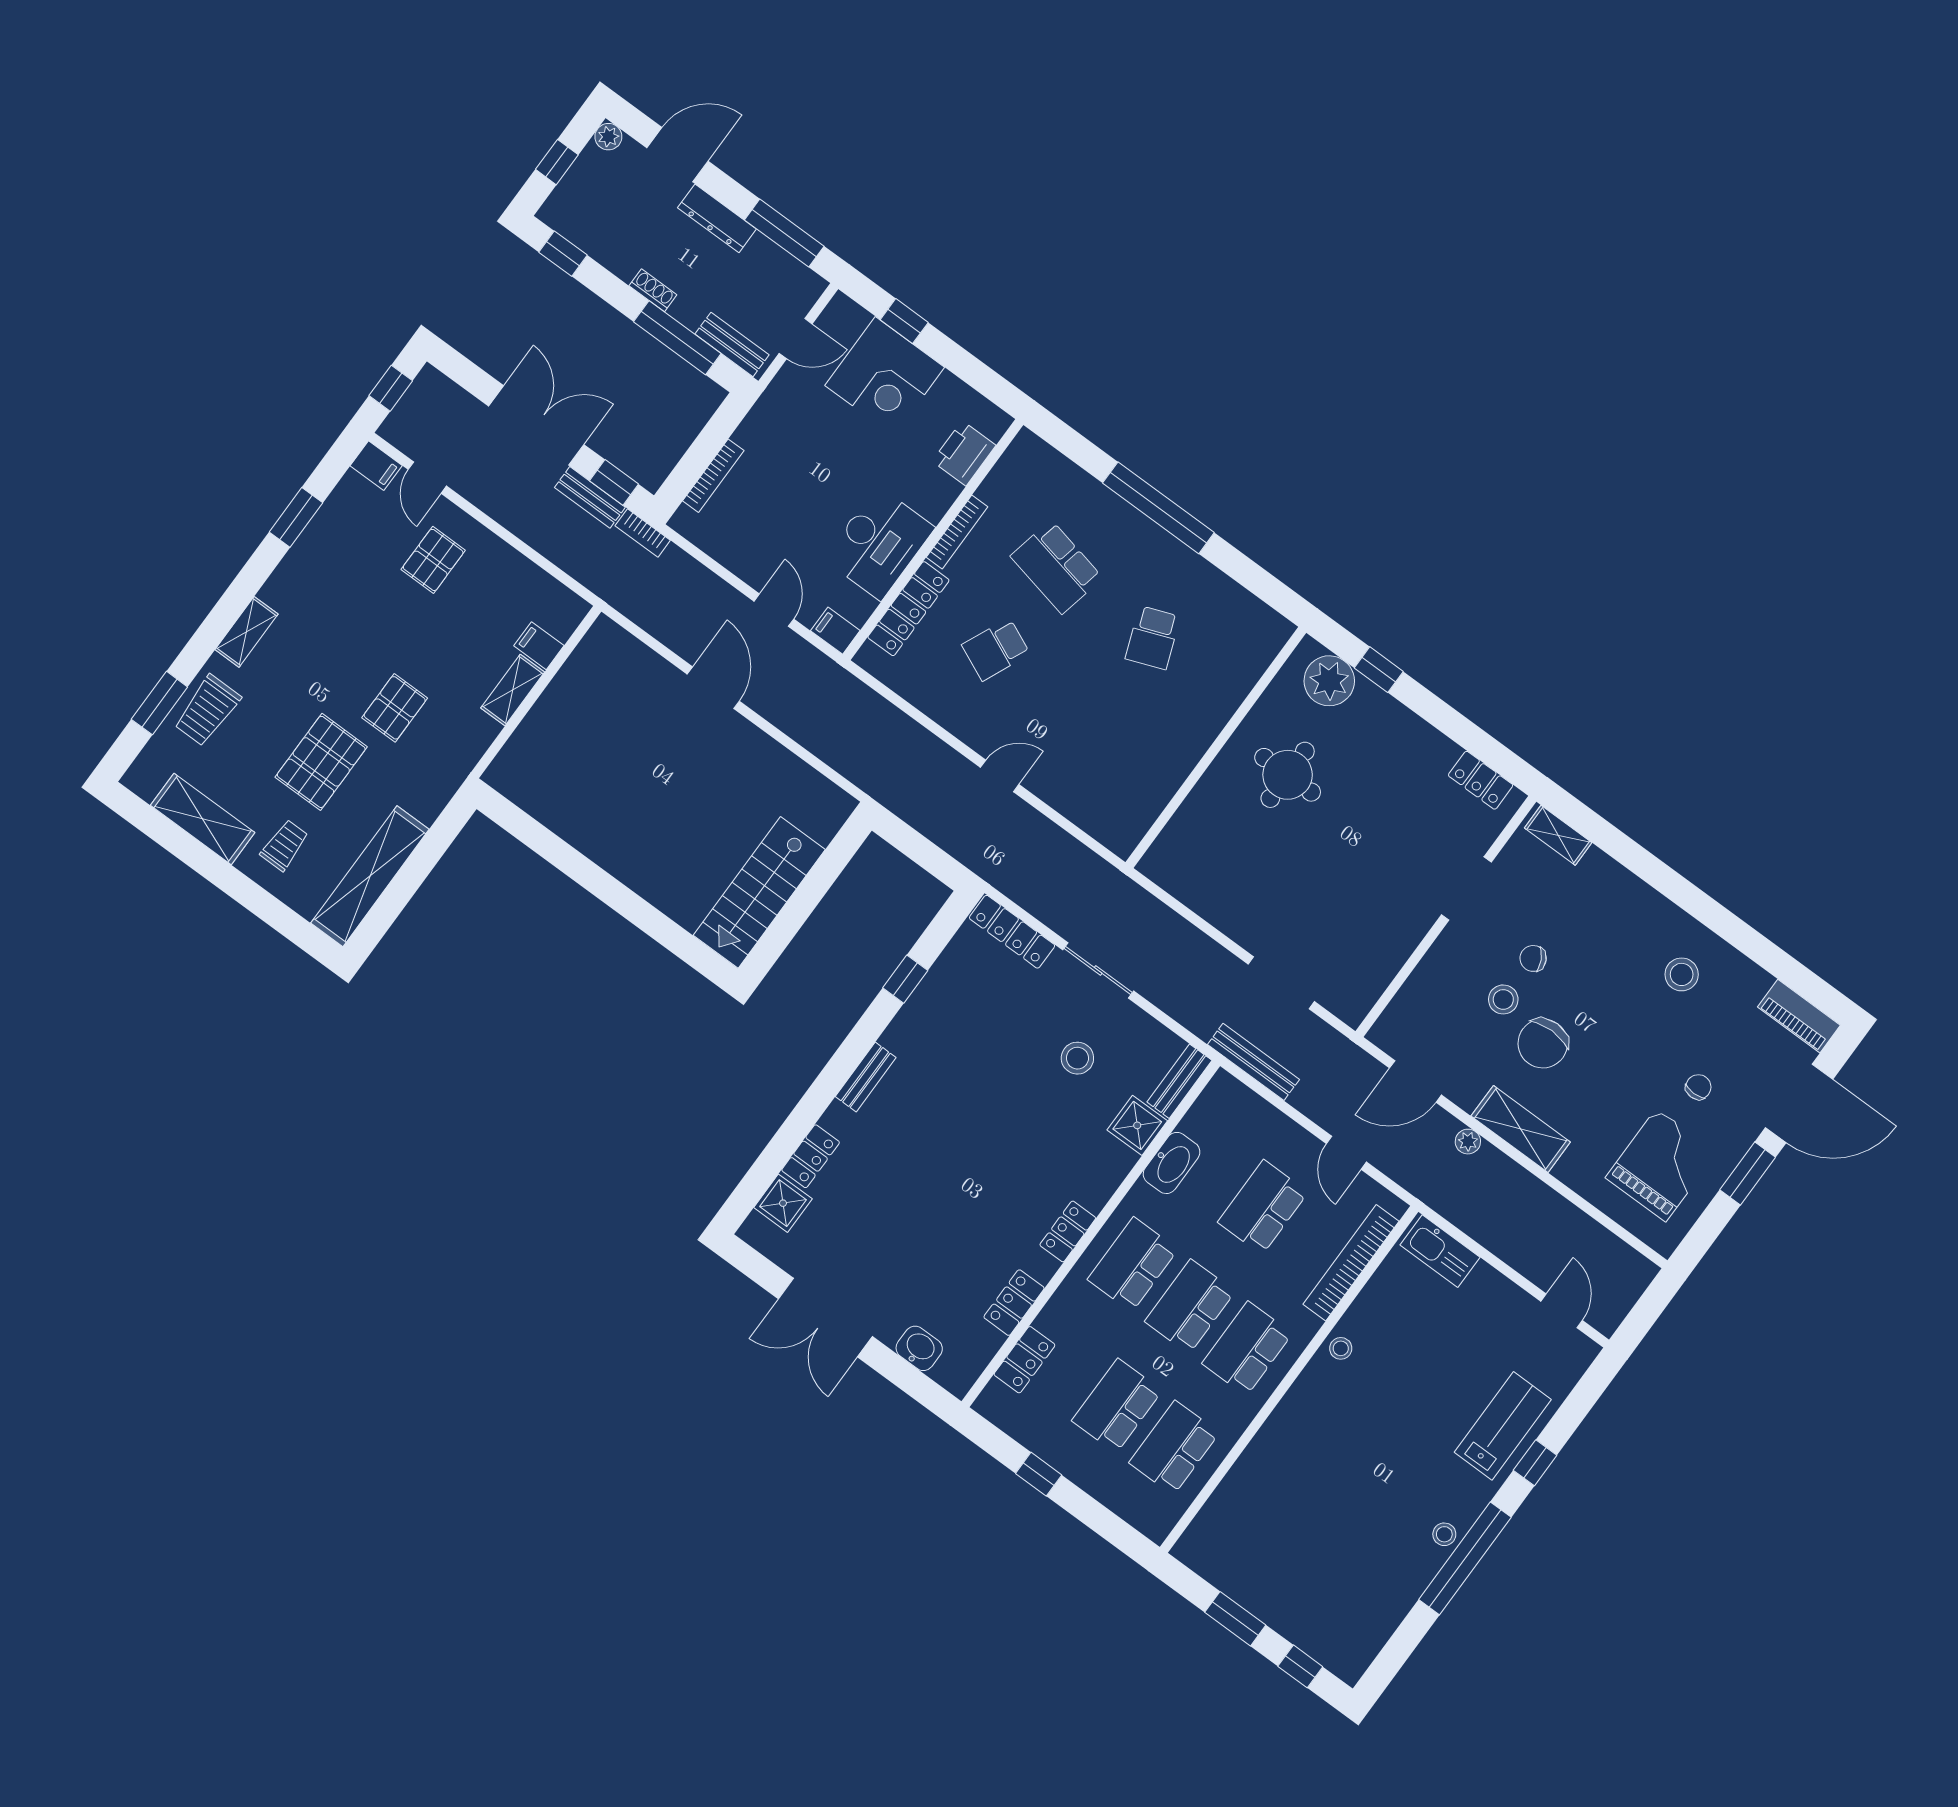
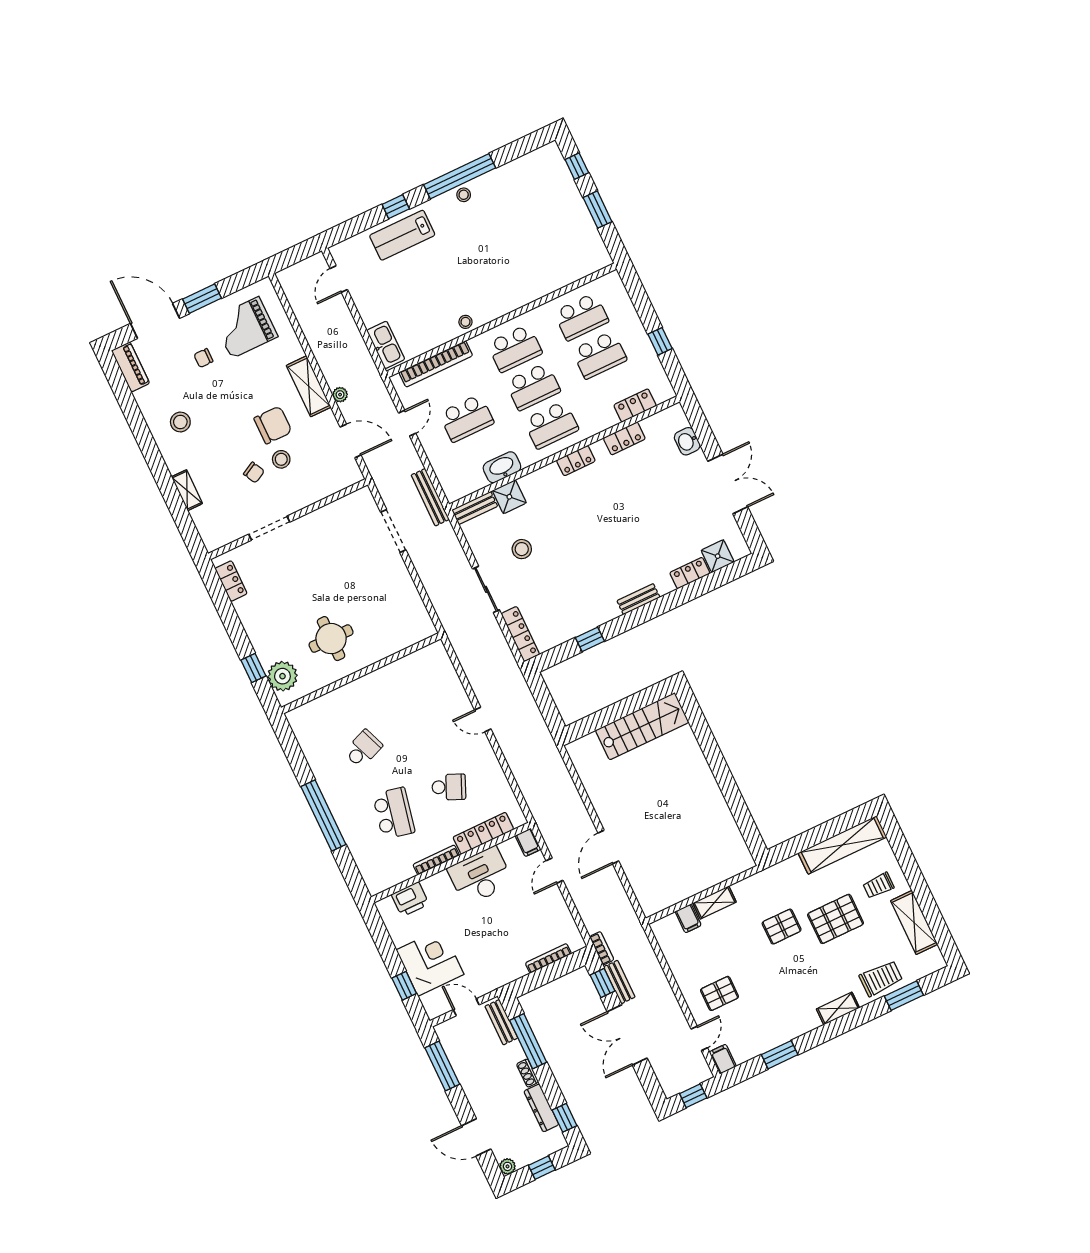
dresser: (717, 218) -> (541, 1108), moved, turned 180
shelving: (1558, 835) -> (187, 490), moved

